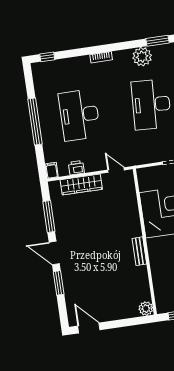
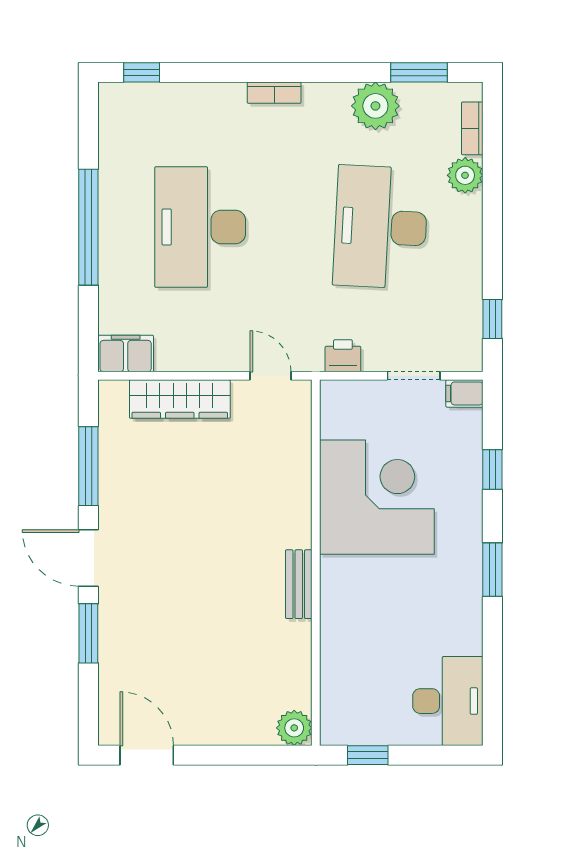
printer: (76, 168) -> (343, 356), moved
filing cabinet: (52, 170) -> (126, 354), width x2.00

